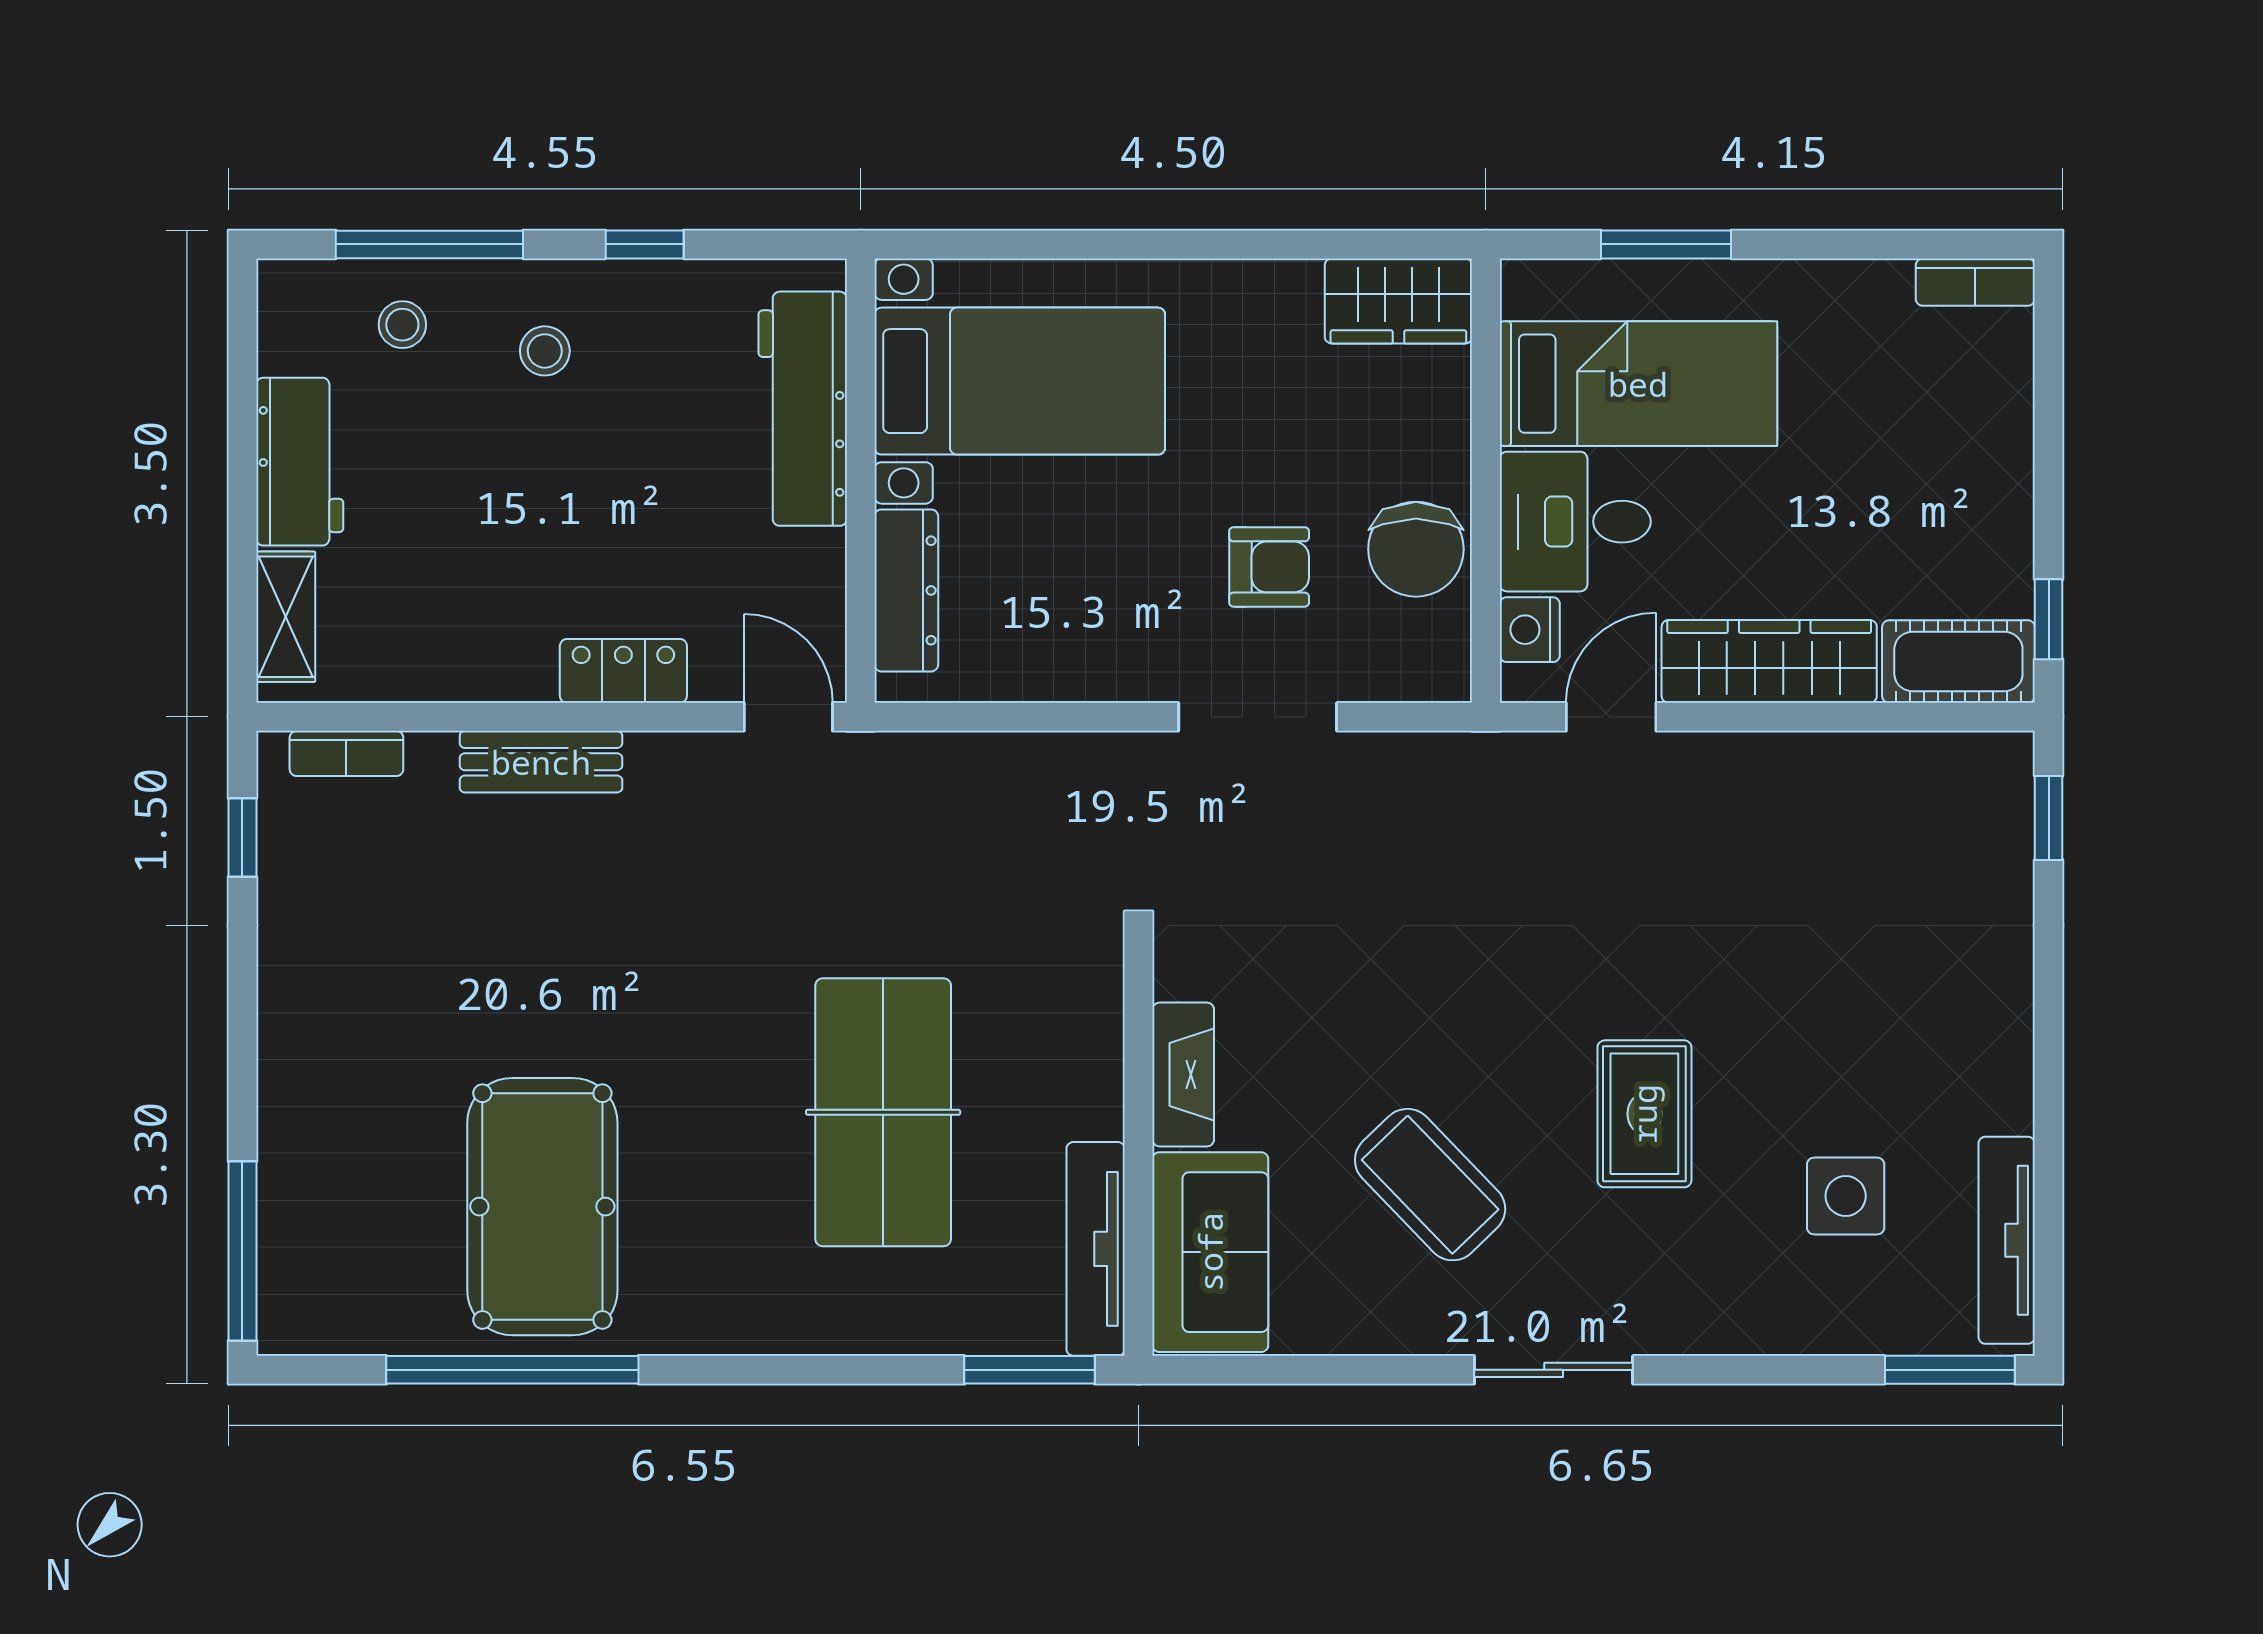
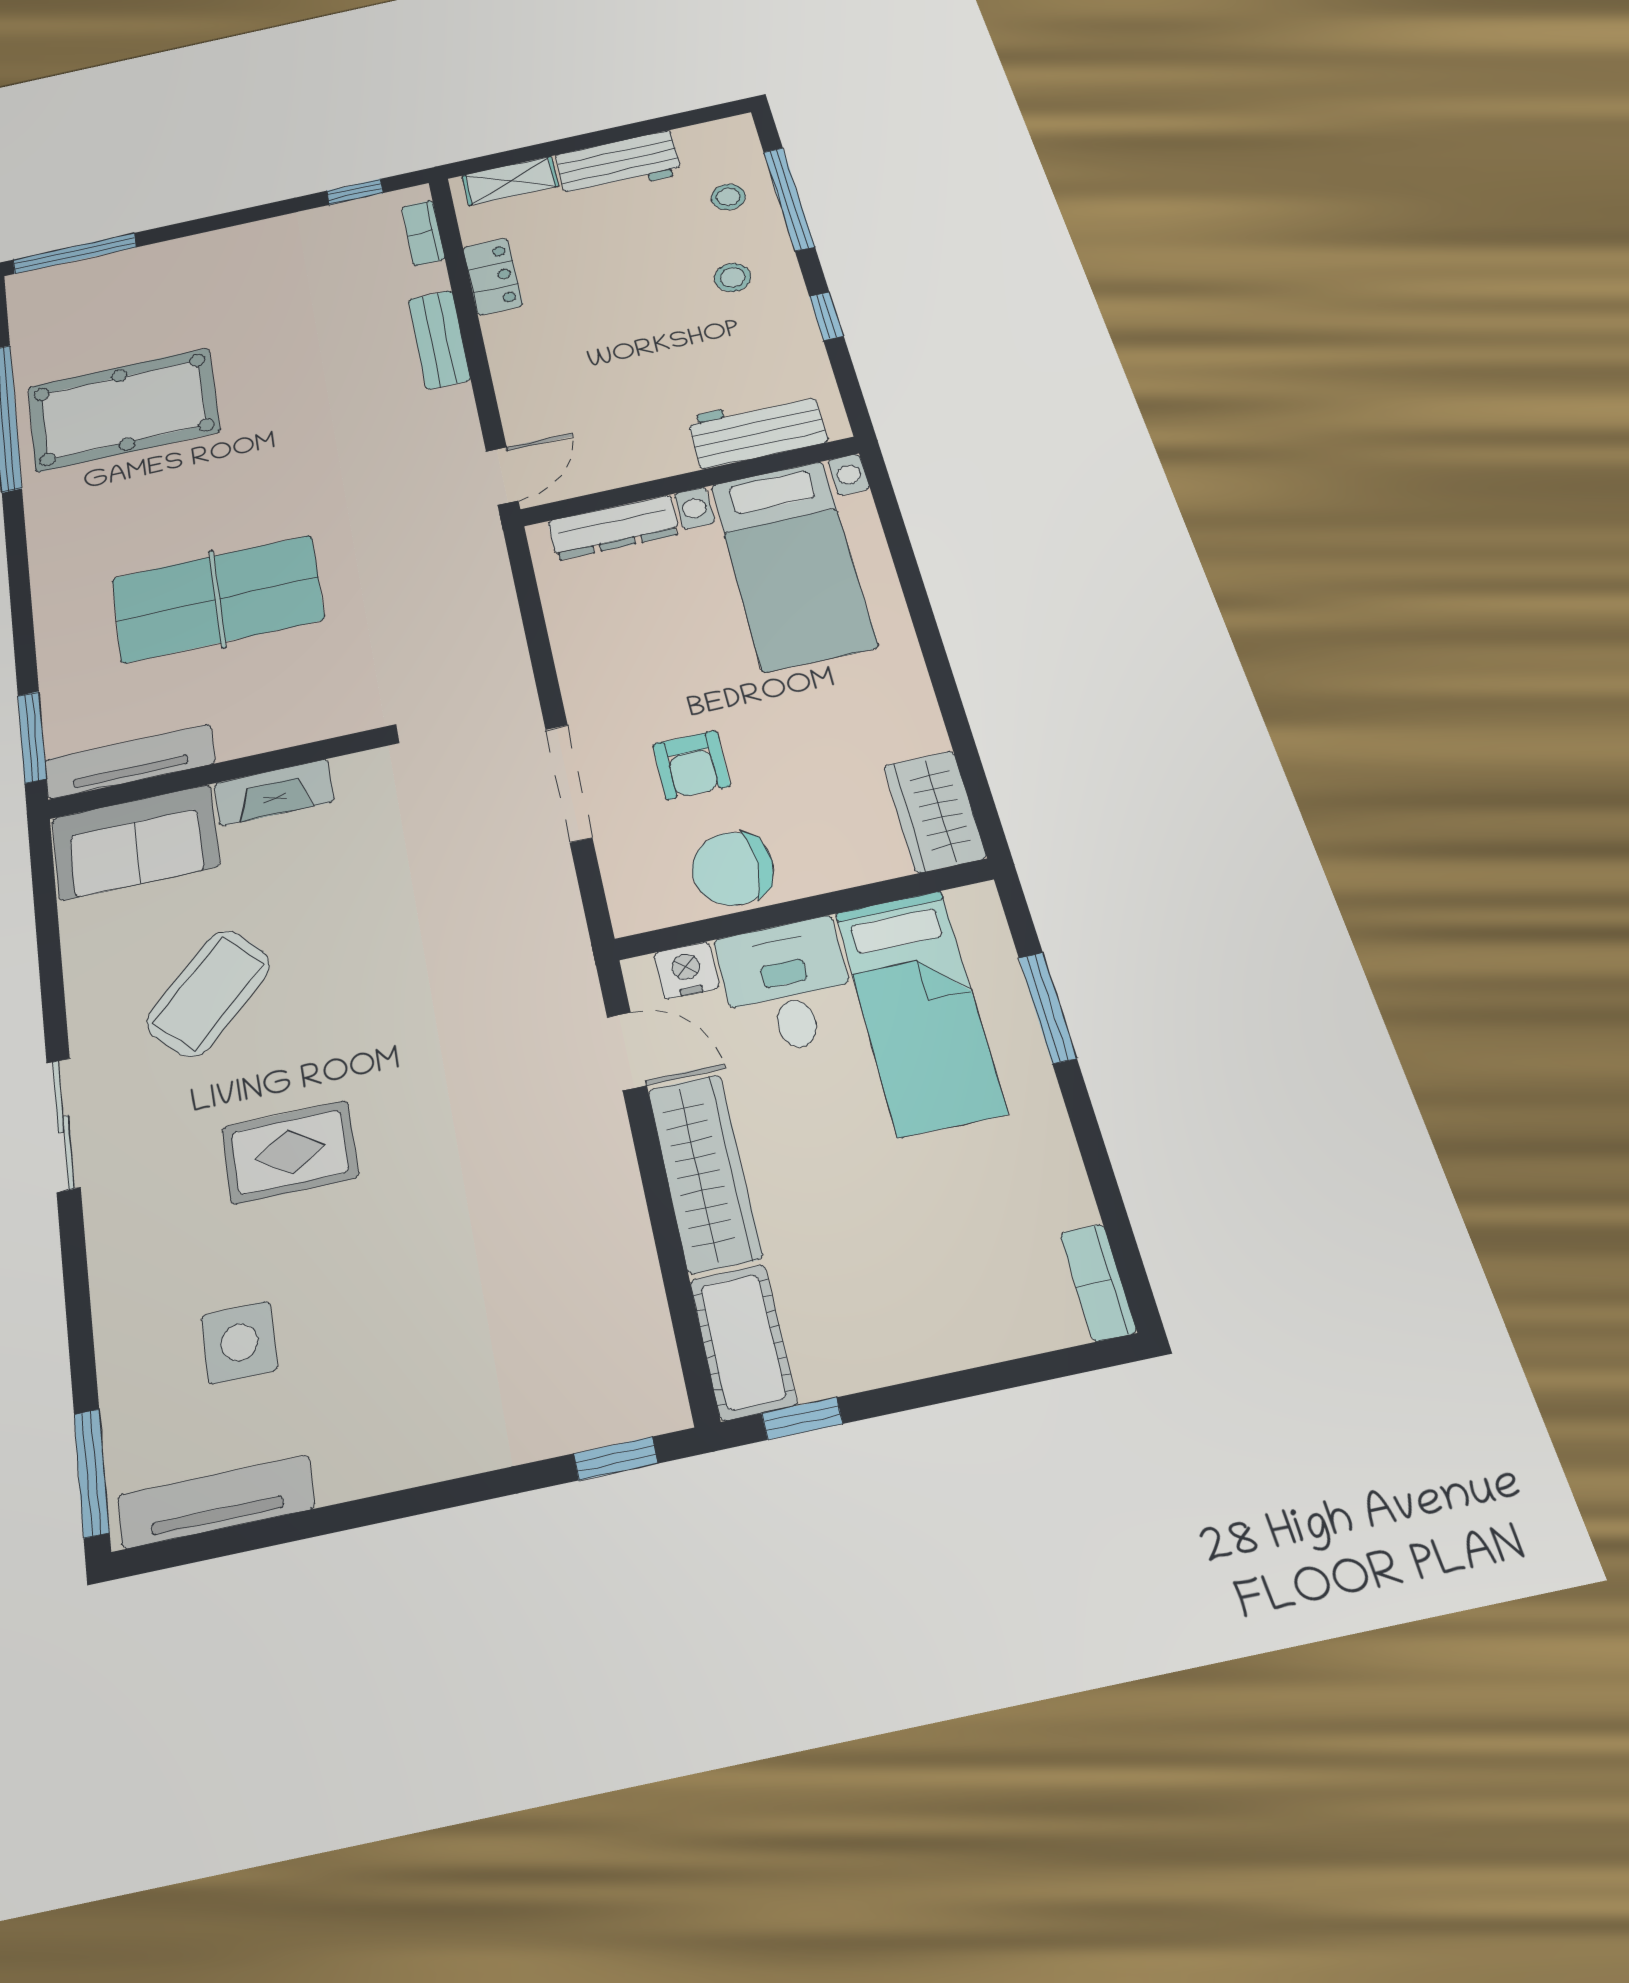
workbench: (803, 409) -> (757, 429), width x0.73
locker: (623, 671) -> (493, 276), moved

